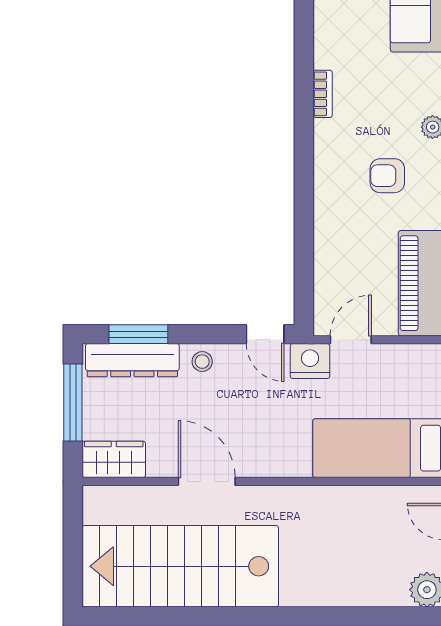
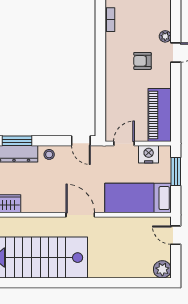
nightstand: (310, 361) -> (149, 154), moved
door: (207, 481) -> (80, 215), moved

